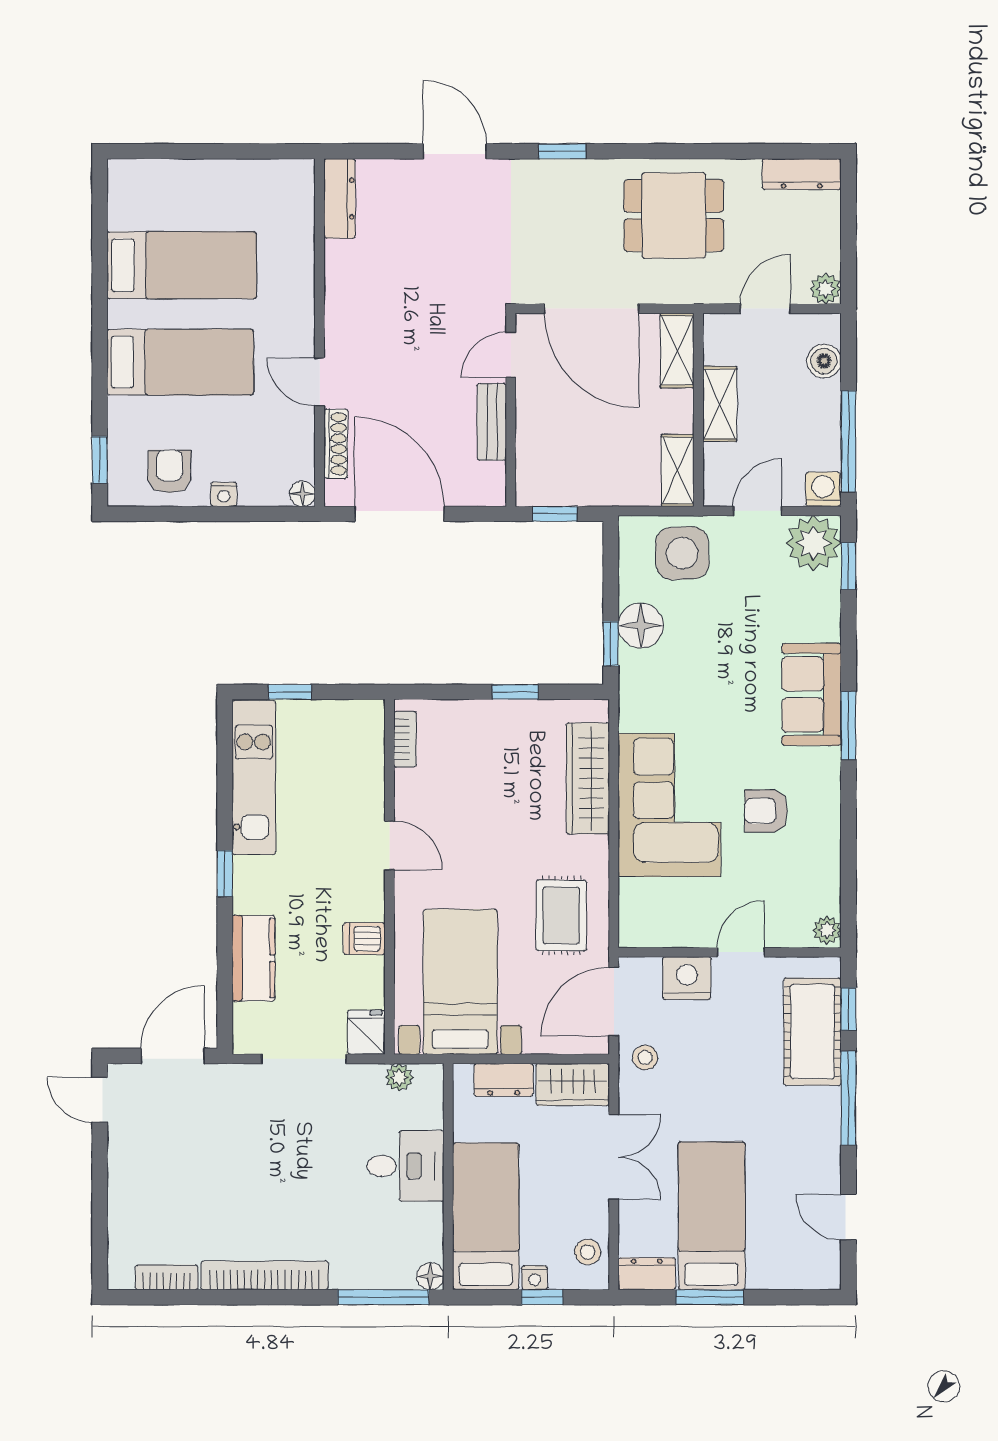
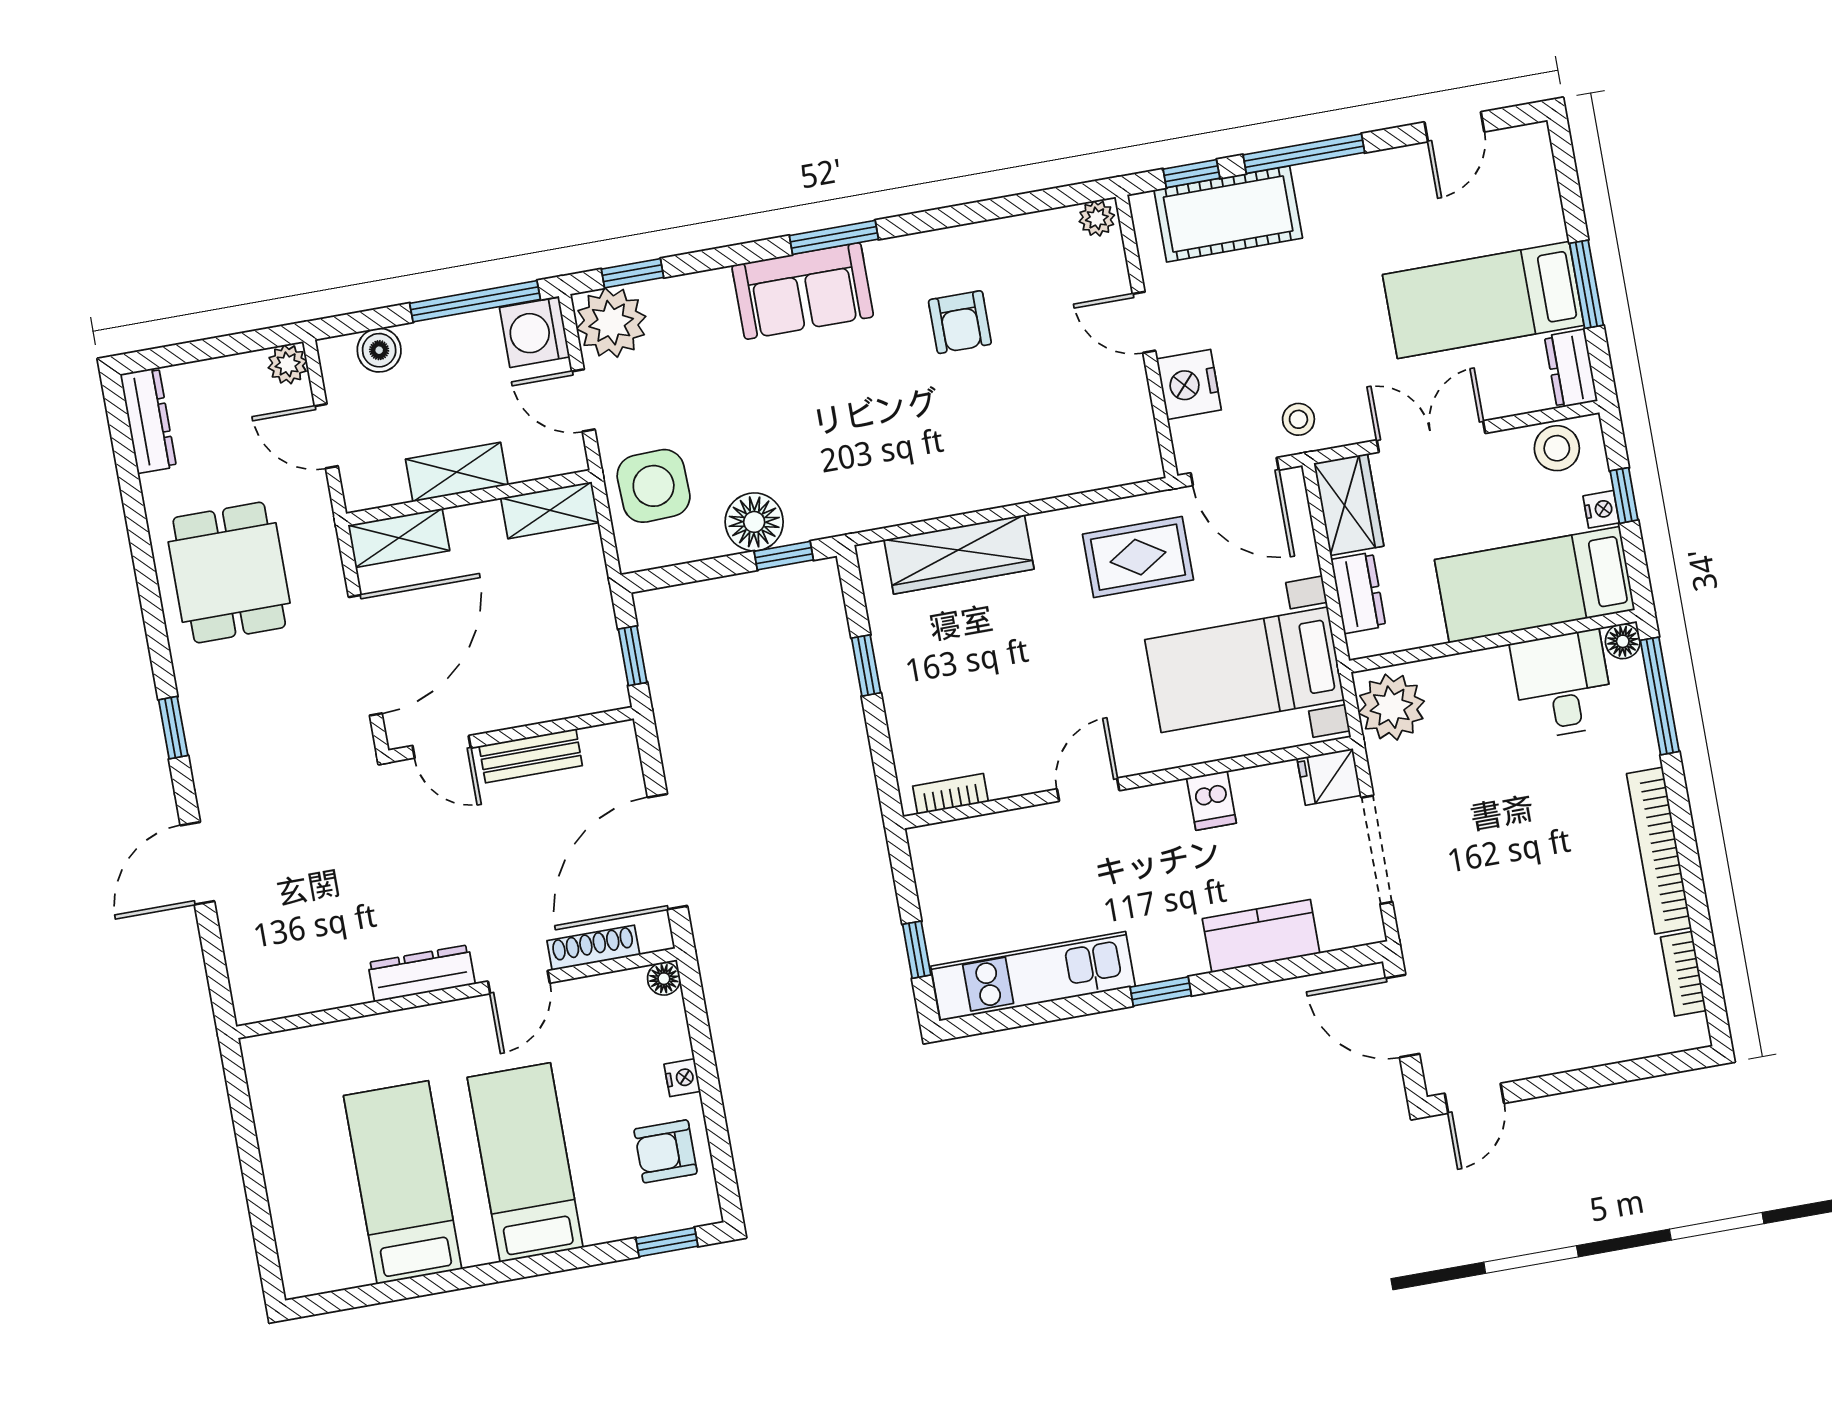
dresser: (340, 199) -> (421, 973), moved
washing machine: (823, 489) -> (535, 332), width x1.38, depth x1.38
corner sofa: (669, 805) -> (974, 445), removed
plant: (399, 1077) -> (1391, 707), width x1.88, depth x1.88
desk: (405, 1166) -> (1563, 684), moved
stool: (588, 1252) -> (1557, 448), width x1.37, depth x1.37

